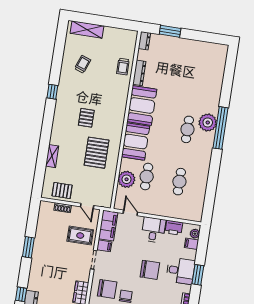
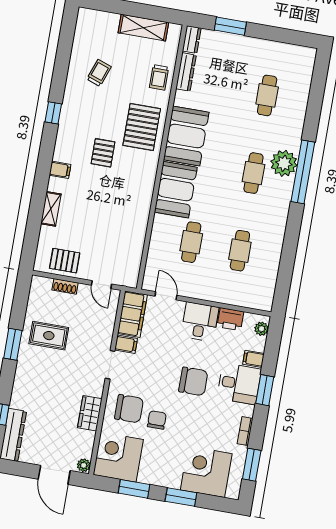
shelving: (87, 29) -> (143, 28), moved
dresser: (139, 73) -> (186, 72), moved
cafe table: (196, 77) -> (267, 95), added
filing cabinet: (58, 130) -> (60, 170), added
pallet: (97, 153) -> (142, 127), moved
plant: (127, 179) -> (161, 246), removed
rug: (80, 235) -> (49, 336), moved
filing cabinet: (191, 244) -> (254, 359), moved

